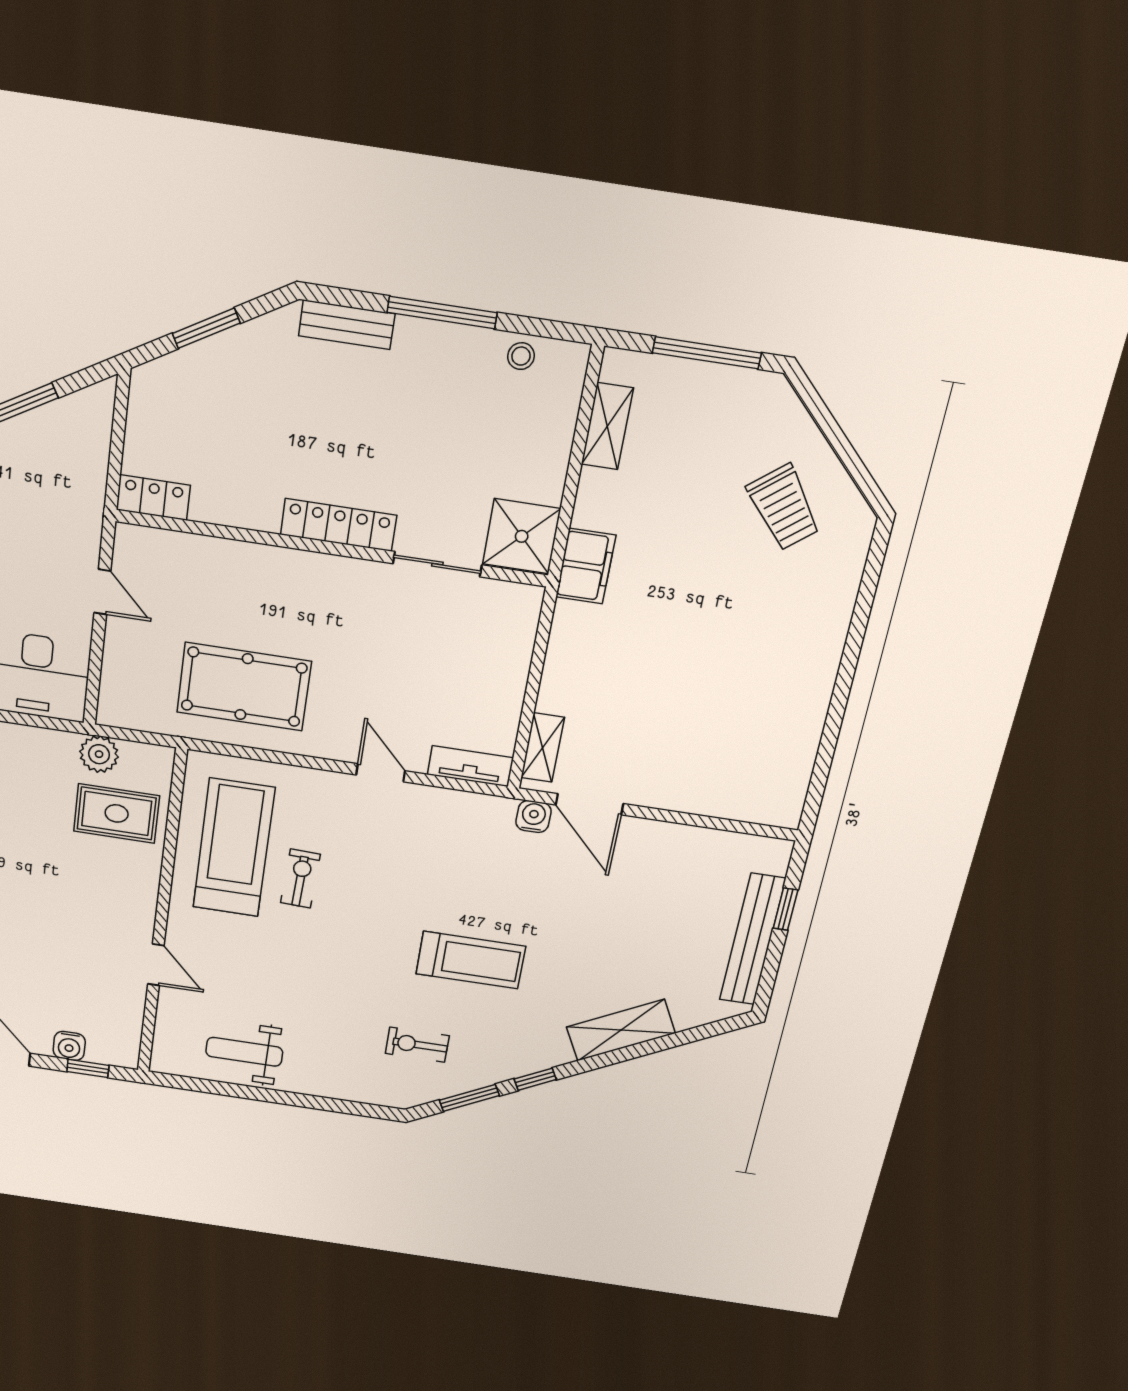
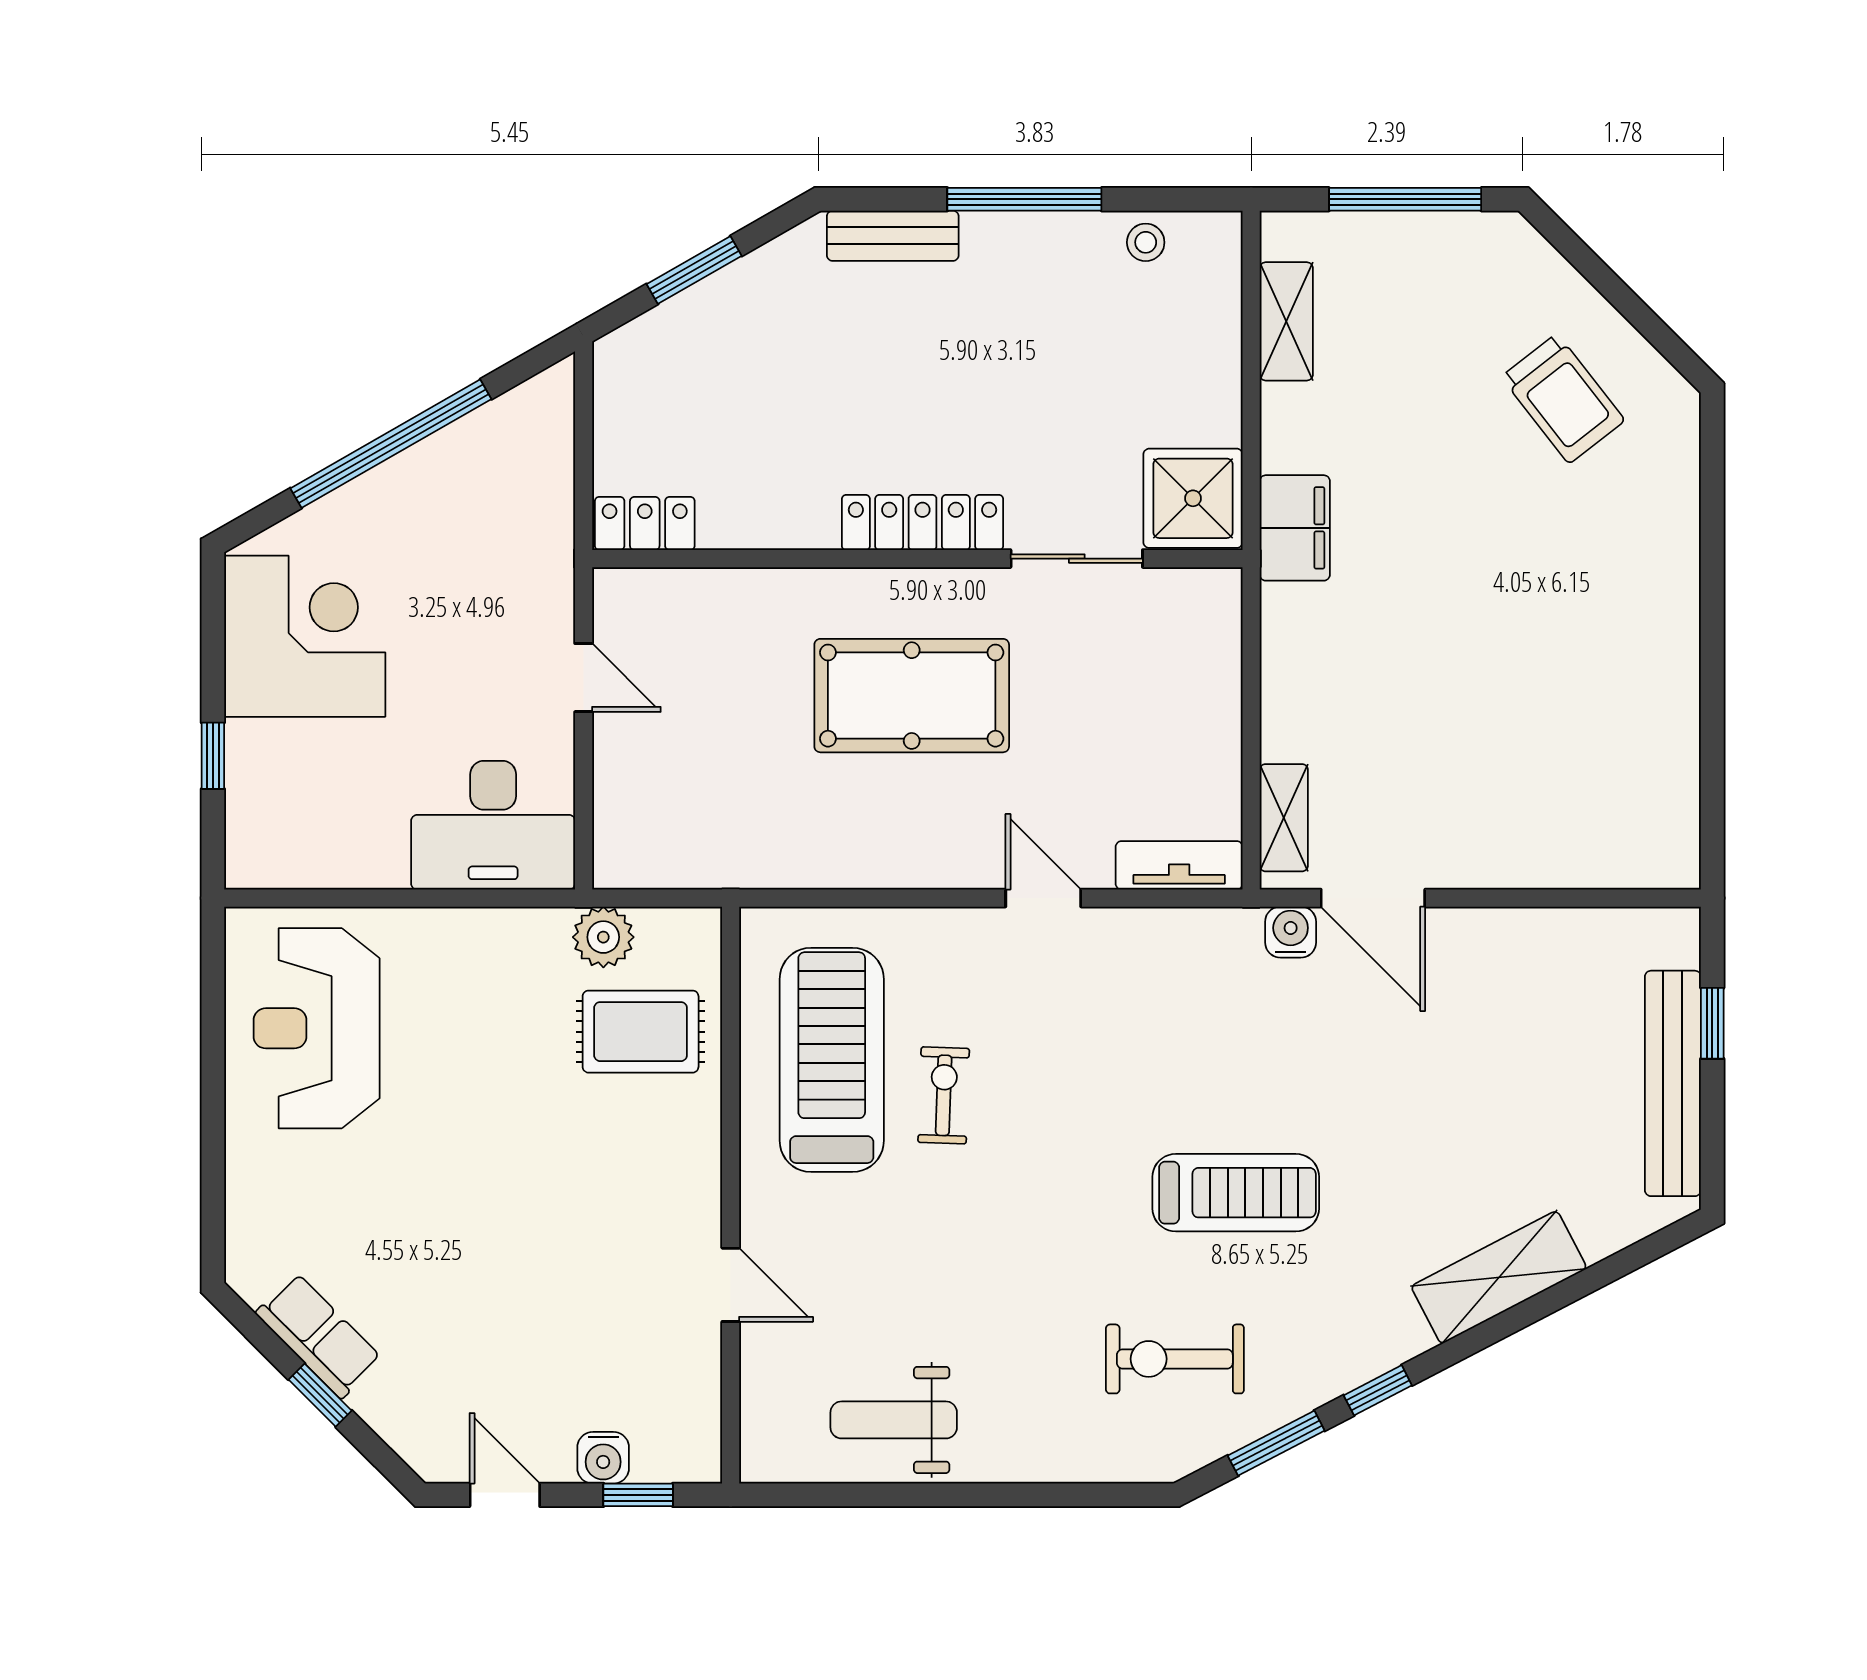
pool table: (244, 687) -> (912, 696), moved
exercise bike: (417, 1045) -> (1175, 1359), width x1.38, depth x1.39

